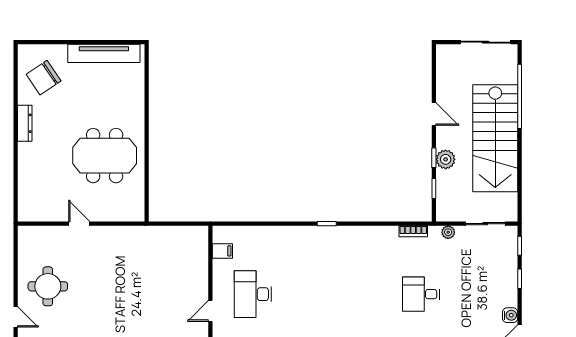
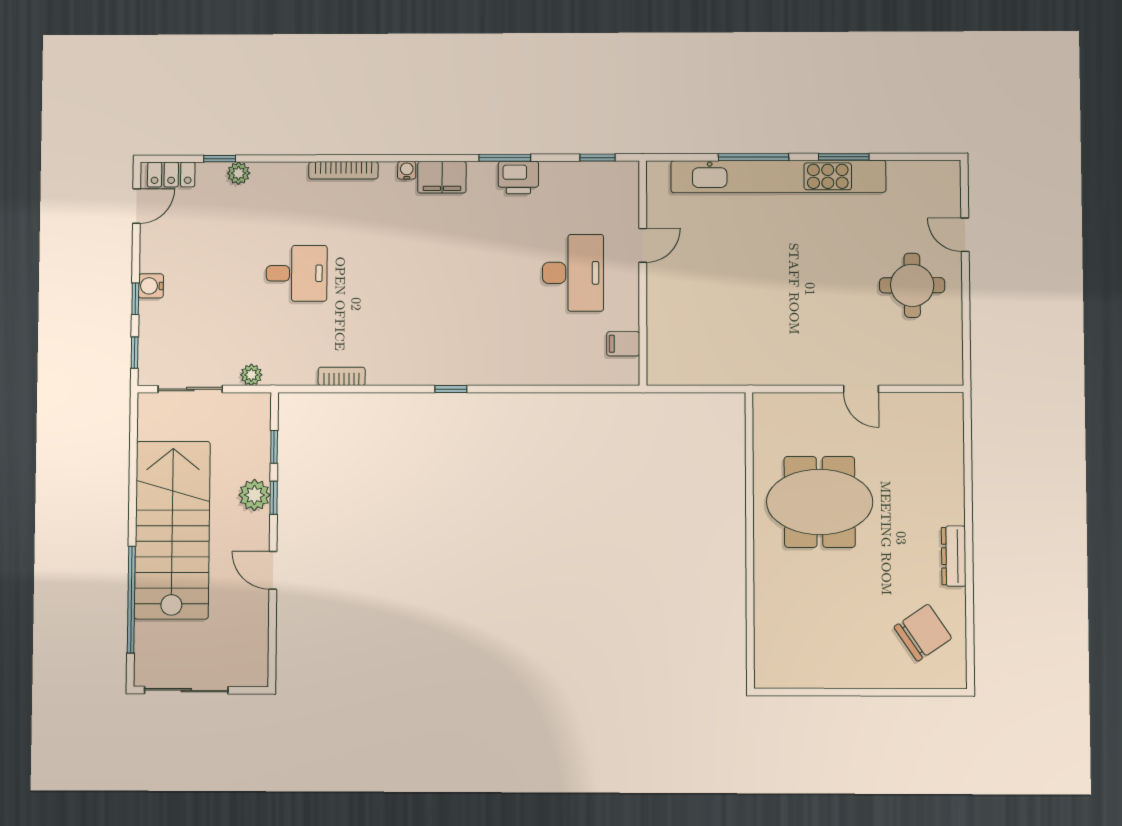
tv unit: (104, 53) -> (822, 673), removed
bookcase: (413, 231) -> (342, 376), moved
water cooler: (510, 315) -> (151, 286), moved

